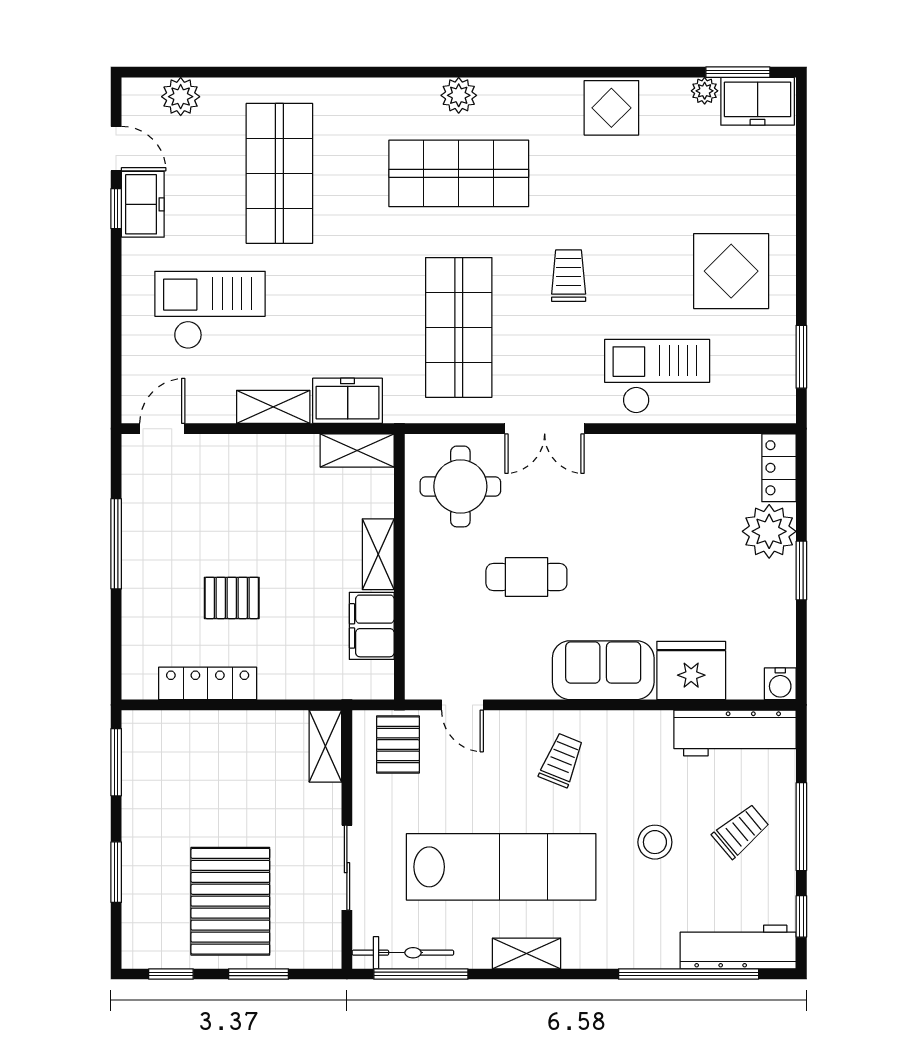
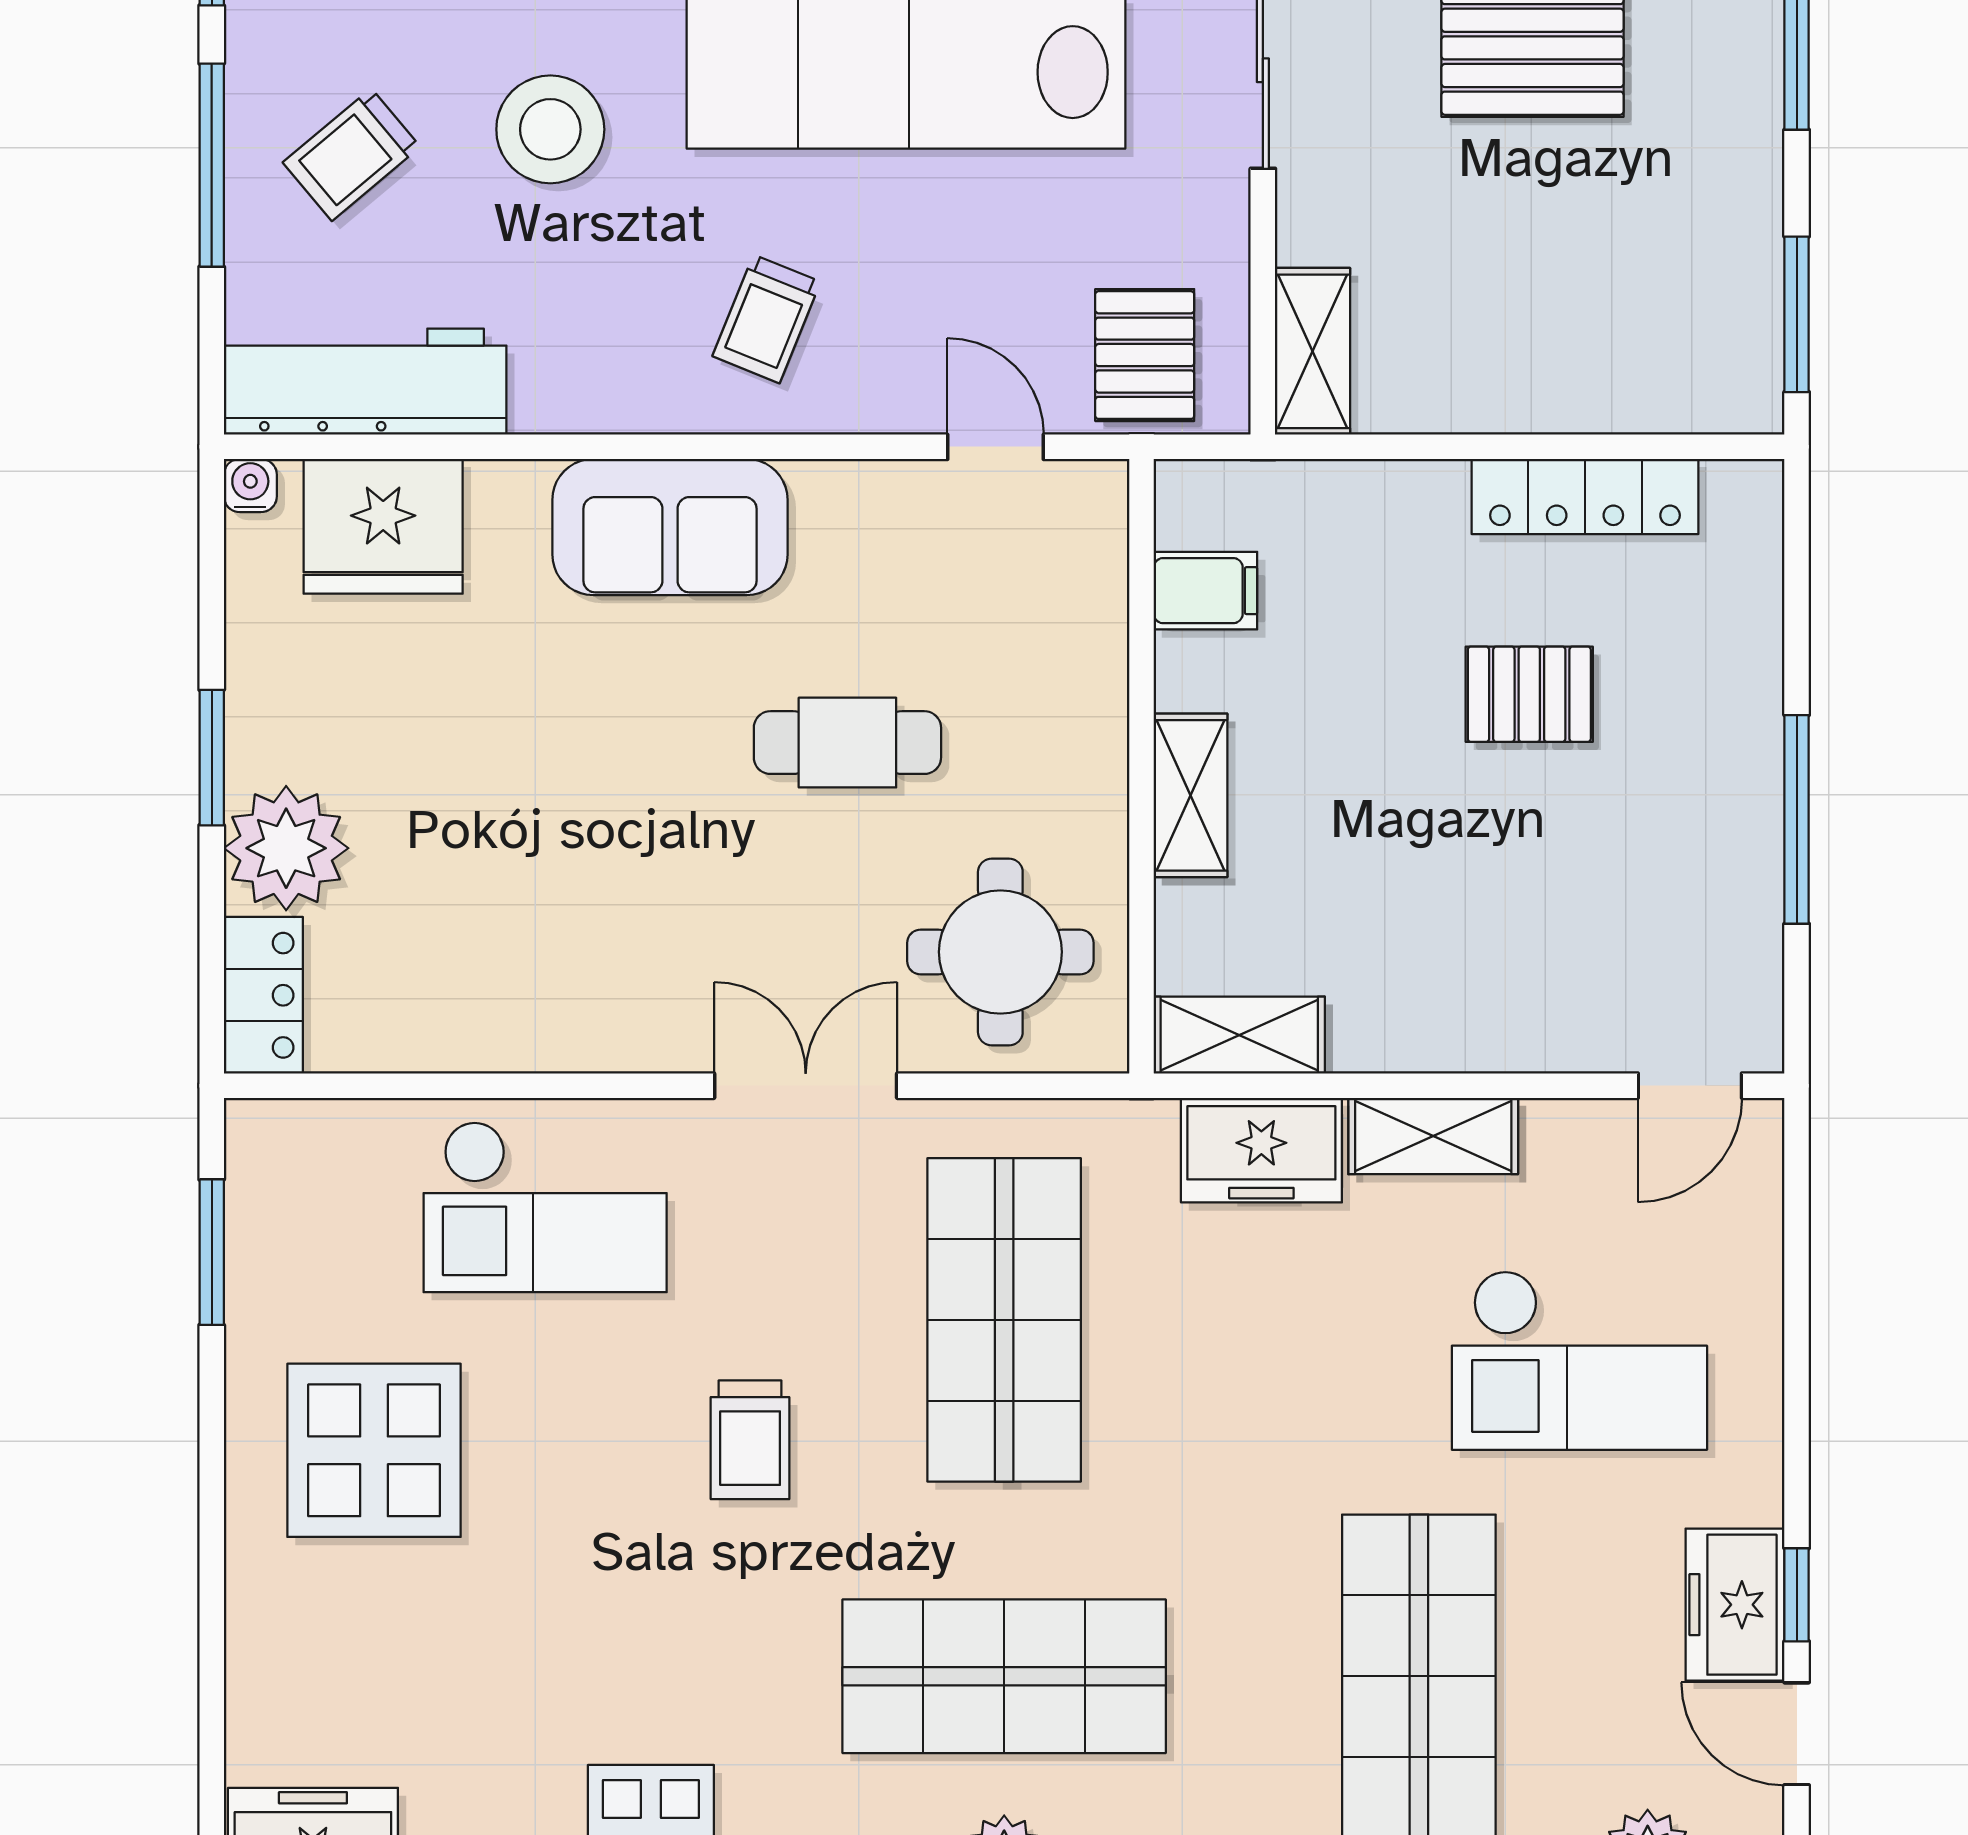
filing cabinet: (372, 626) -> (1205, 591), width x0.50
fridge: (691, 670) -> (383, 526), moved
water cooler: (780, 684) -> (250, 486), width x0.72, depth x0.72
stool: (655, 842) -> (550, 129), width x1.38, depth x1.38

